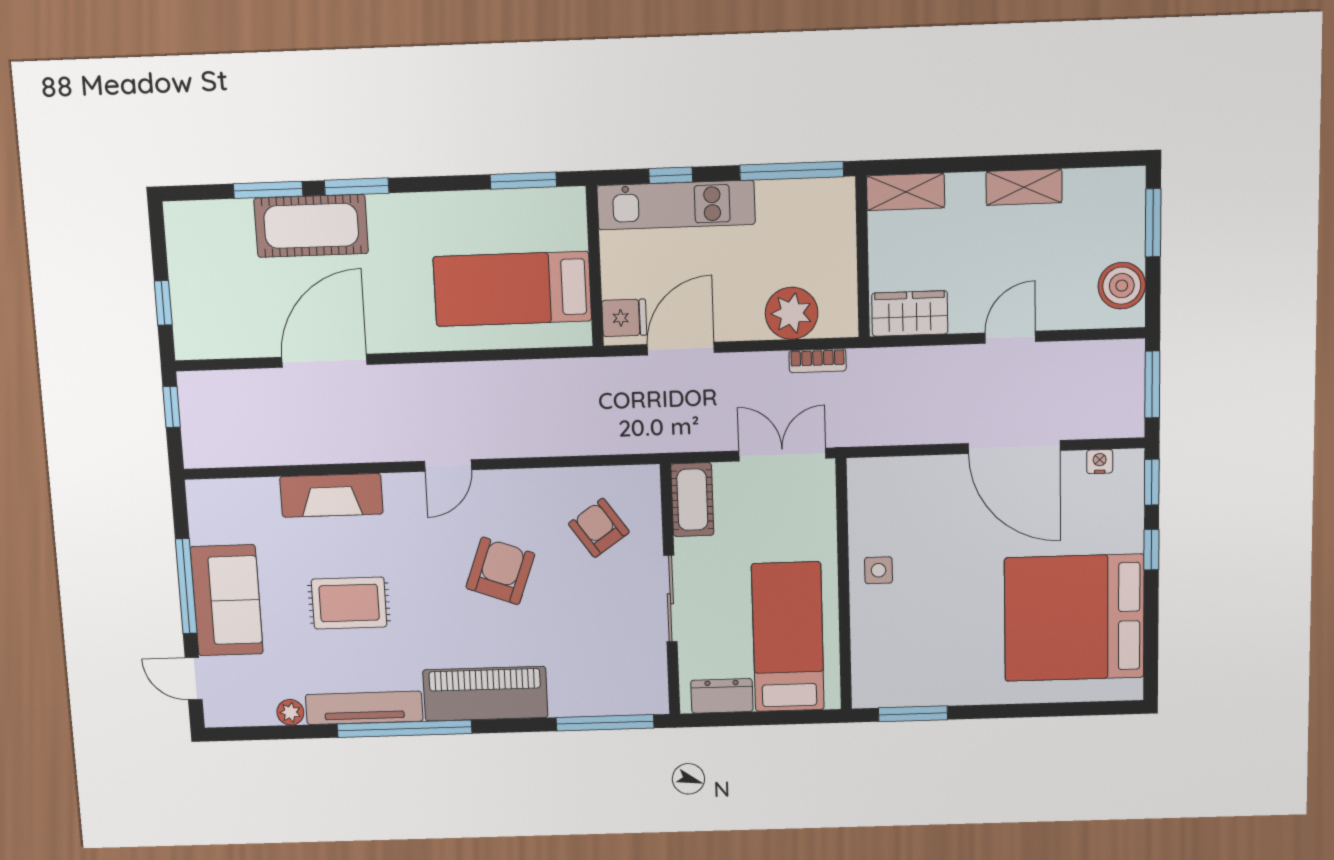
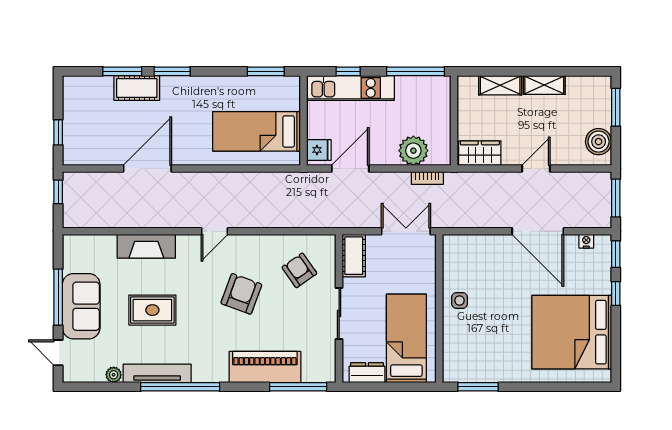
shelving: (906, 192) -> (500, 85), moved
cot: (311, 226) -> (137, 88), width x0.73, depth x0.75
piano: (485, 694) -> (265, 367), moved

